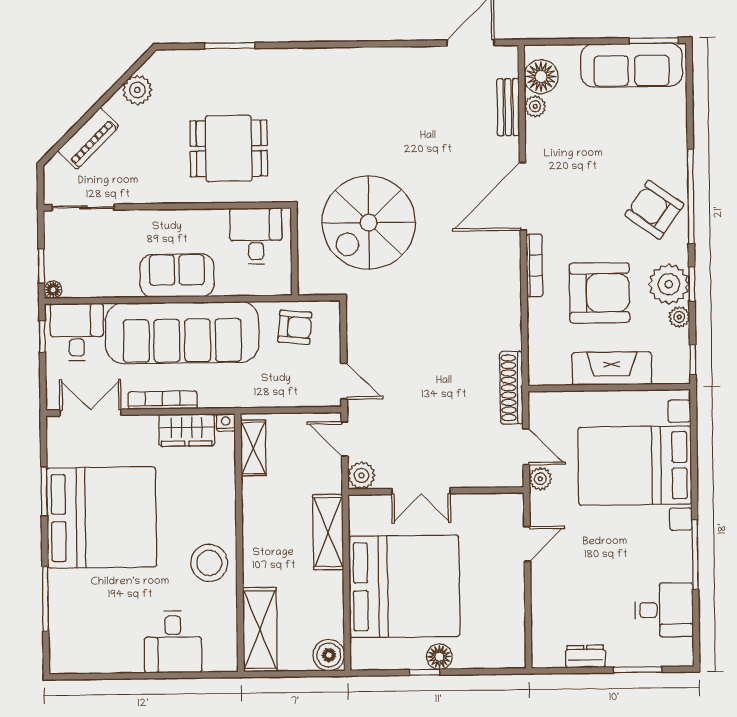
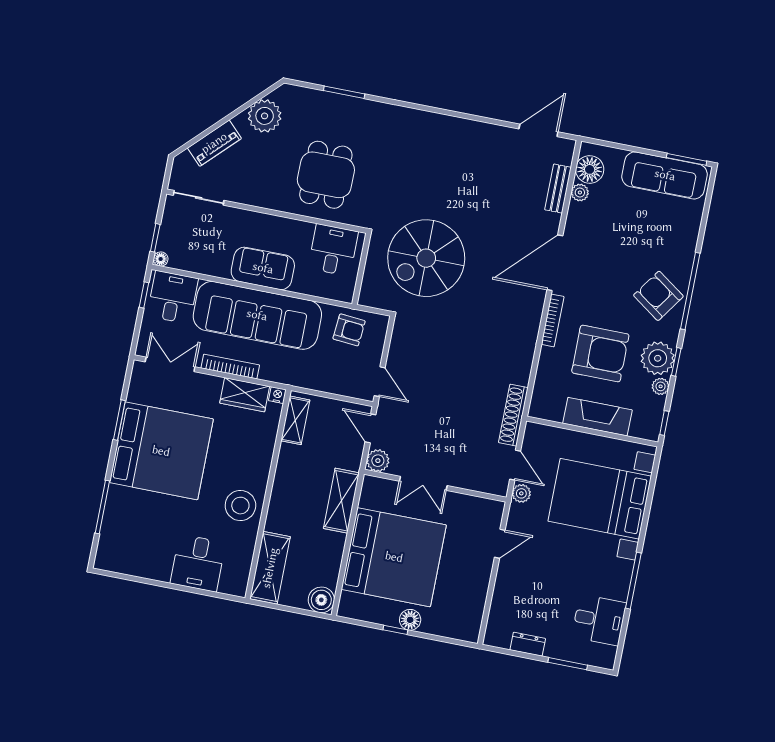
plant: (137, 90) -> (265, 116), width x1.36, depth x1.36
dining table: (229, 148) -> (326, 175), turned 90

